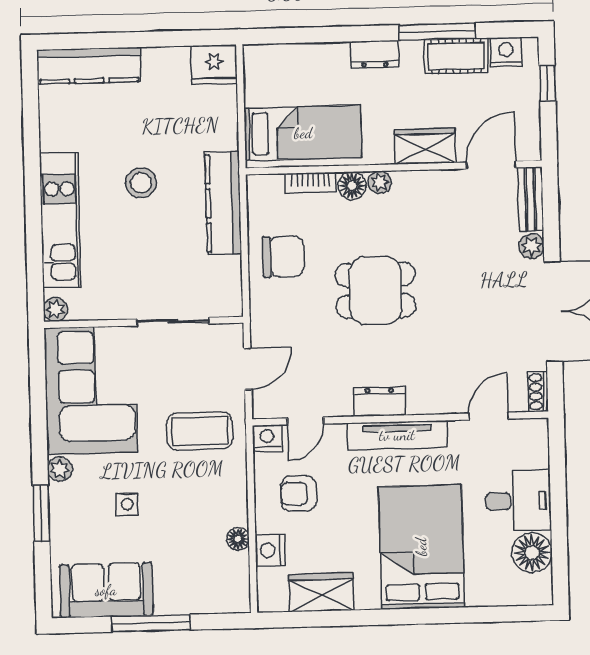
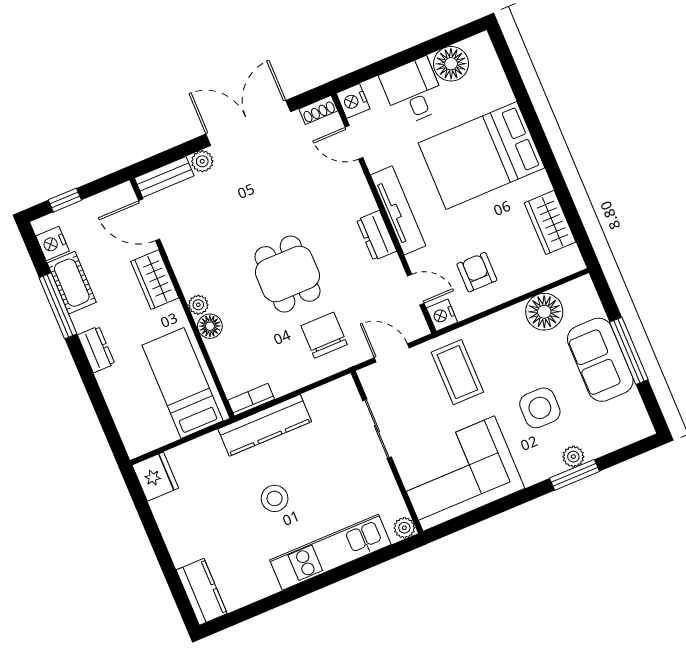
kitchen counter: (89, 66) -> (202, 592), width x0.67
bookcase: (311, 183) -> (251, 400), moved, turned -90
chair: (283, 257) -> (324, 335), moved
plant: (60, 469) -> (573, 457), moved
armchair: (299, 494) -> (477, 272), turned 180
side table: (127, 504) -> (540, 408), width x1.87, depth x1.87
floor lamp: (238, 539) -> (544, 312), width x1.89, depth x1.89
nightstand: (270, 550) -> (353, 101), moved, turned 90
sofa: (106, 590) -> (600, 360), moved

